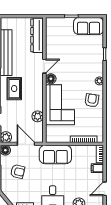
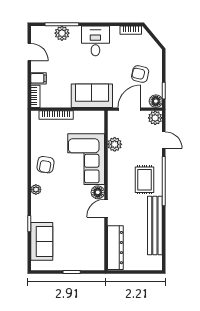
sofa: (89, 26) -> (42, 241), moved, turned 90
door: (26, 144) -> (129, 109), swing flipped
door: (105, 189) -> (29, 52), hinge flipped

